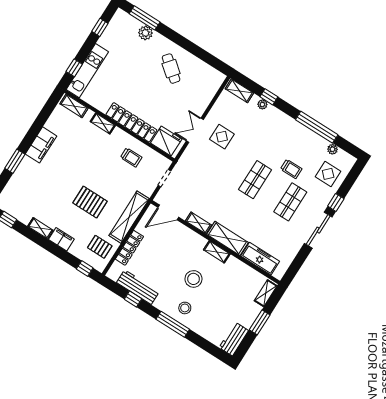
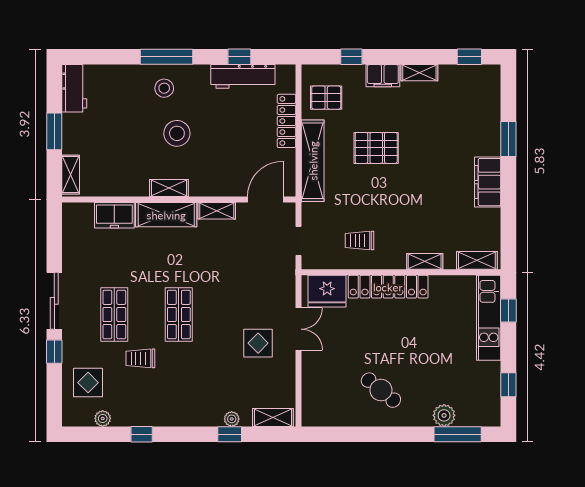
window: (317, 127) -> (142, 434), width x0.32
freezer: (260, 259) -> (114, 215), width x0.71
window: (85, 268) -> (351, 57), moved

